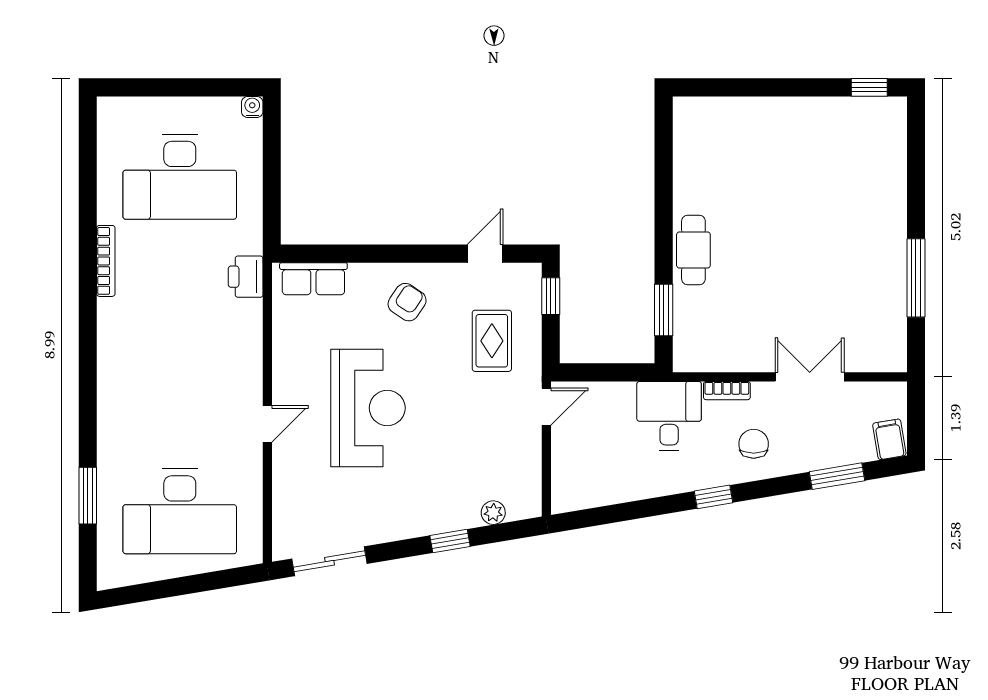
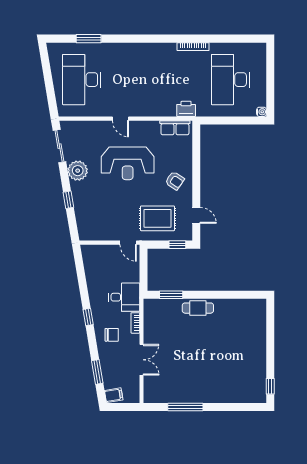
row of seats: (313, 279) -> (175, 128), moved, turned -90
rug: (492, 341) -> (158, 218), width x1.36, depth x1.43
plant: (493, 513) -> (78, 171), moved, width x1.87, depth x1.87

